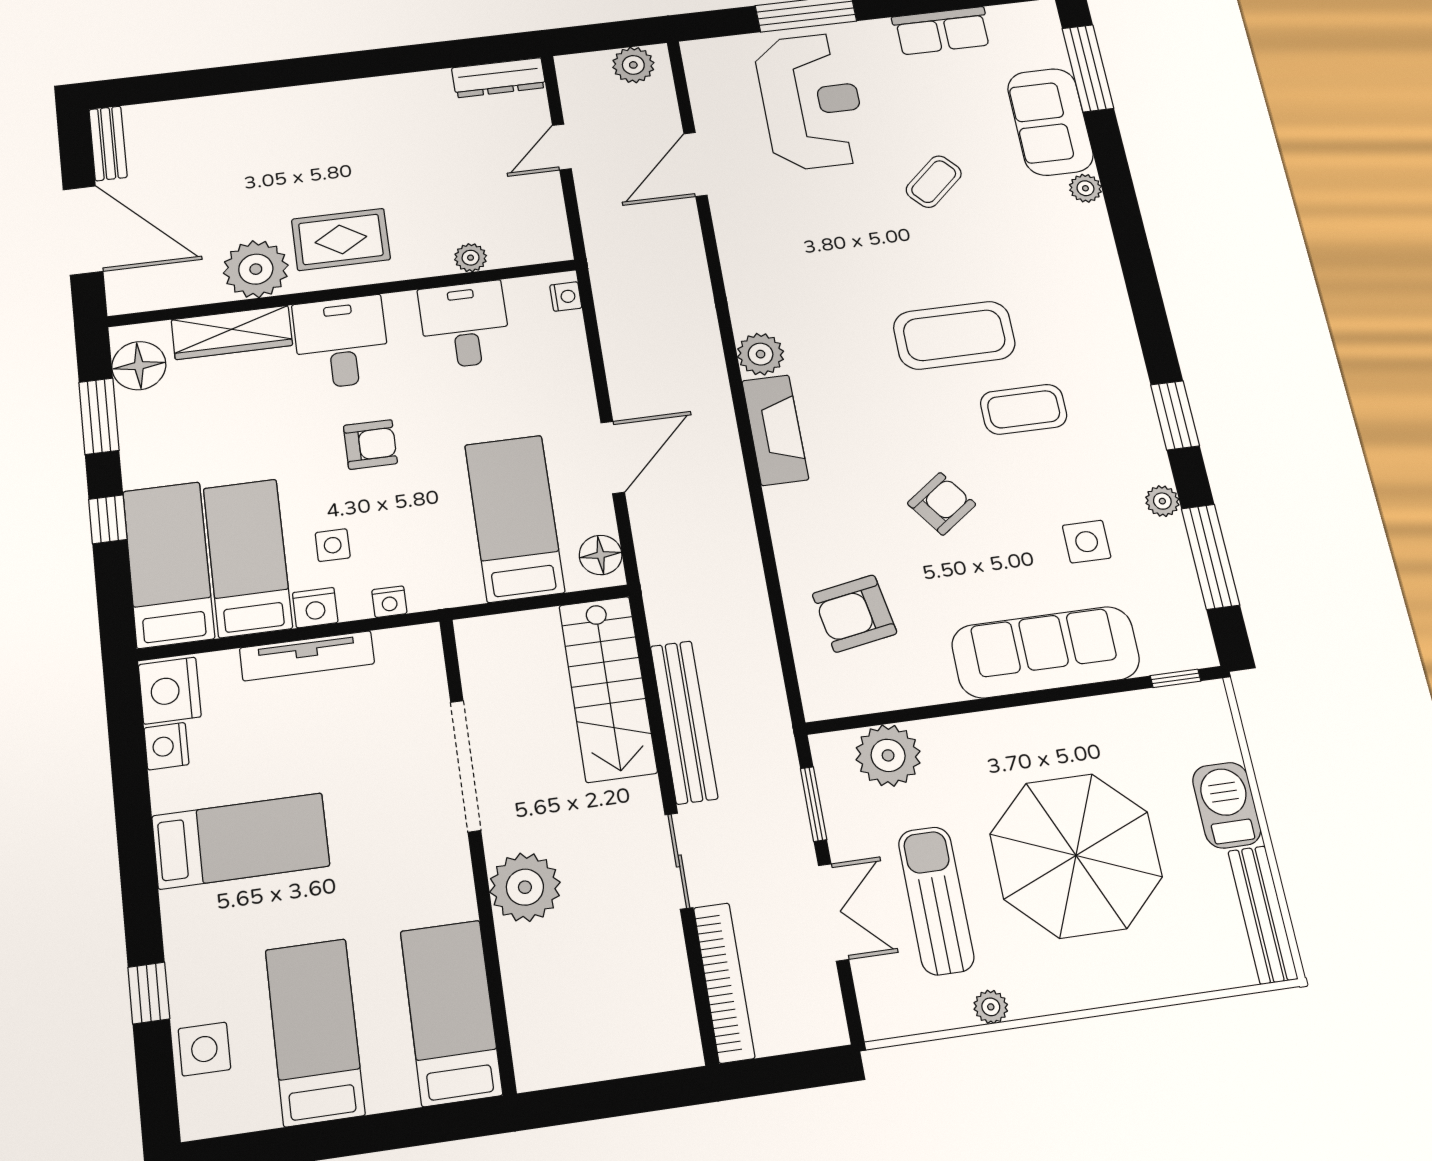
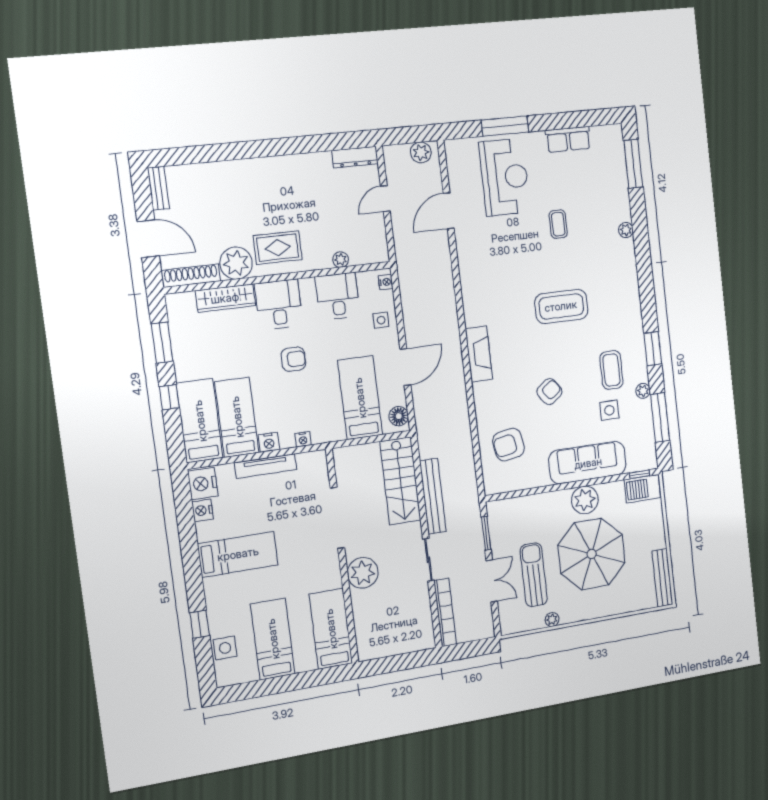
sofa: (1050, 122) -> (614, 193), removed
coffee table: (934, 182) -> (558, 224), turned -48
door: (83, 230) -> (148, 239), width x0.73
shoe rack: (164, 294) -> (191, 276), added
plant: (761, 354) -> (474, 315), removed
floor lamp: (139, 366) -> (180, 315), removed
coffee table: (1024, 409) -> (611, 370), moved, turned 90
side table: (333, 545) -> (381, 320), moved
plant: (888, 755) -> (585, 500), moved
barbecue: (1227, 805) -> (642, 489), moved, turned -90

